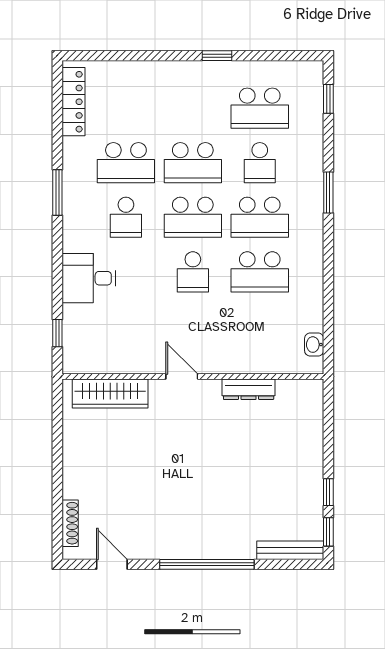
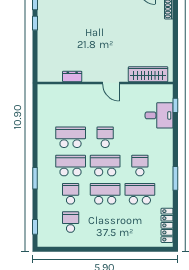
window: (217, 56) -> (93, 249), removed
school desk: (260, 108) -> (71, 222), width x0.54
desk: (89, 278) -> (159, 115), moved
washbasin: (314, 345) -> (42, 100), removed
dresser: (249, 389) -> (72, 76), width x0.70

